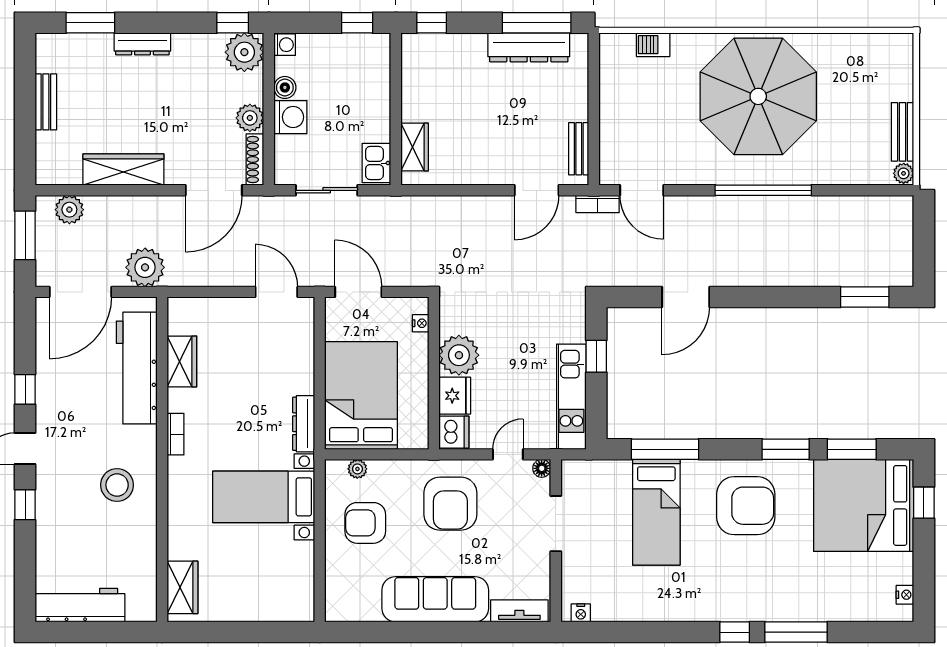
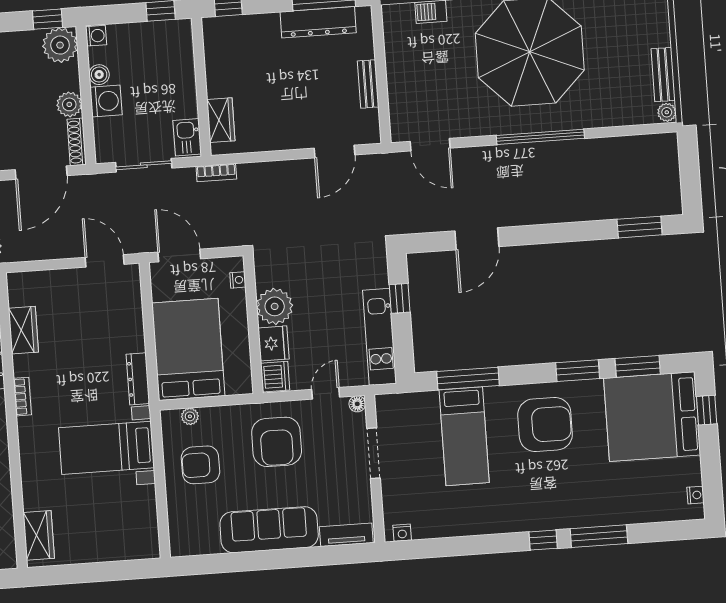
bench: (579, 149) -> (368, 84), moved
bookcase: (598, 204) -> (216, 173), moved

